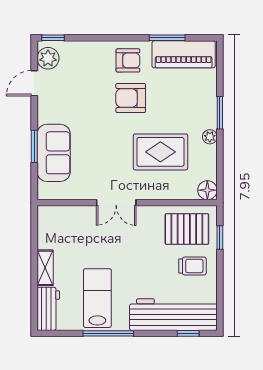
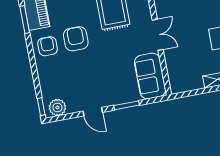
door: (34, 83) -> (93, 112), moved
armchair: (131, 98) -> (76, 39), turned 180
sofa: (54, 153) -> (150, 76), moved, turned -90

